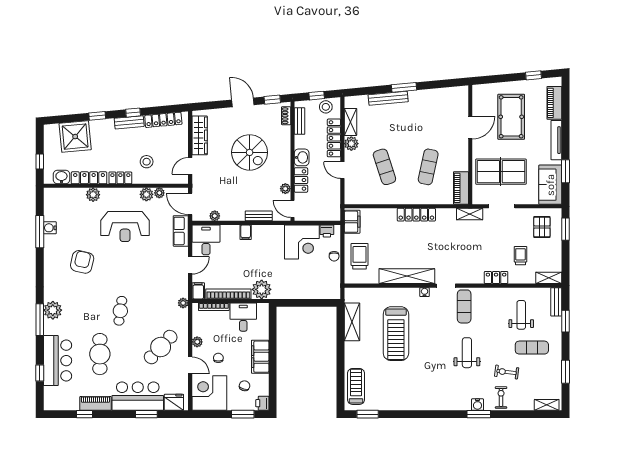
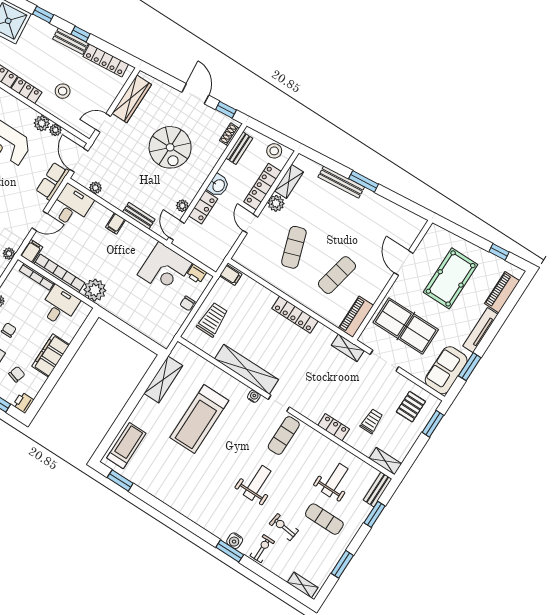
window: (317, 96) -> (272, 134), removed
door: (470, 128) -> (403, 263), swing flipped
filing cabinet: (352, 222) -> (231, 275), width x0.50

